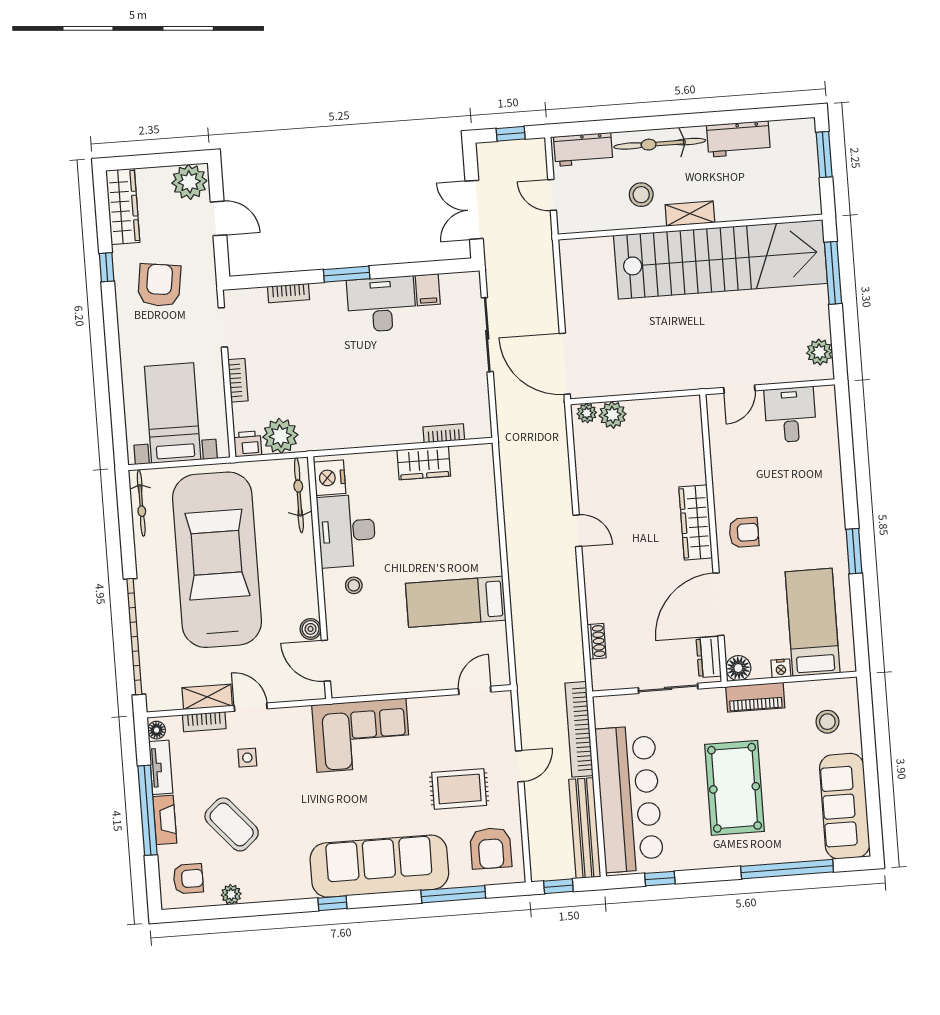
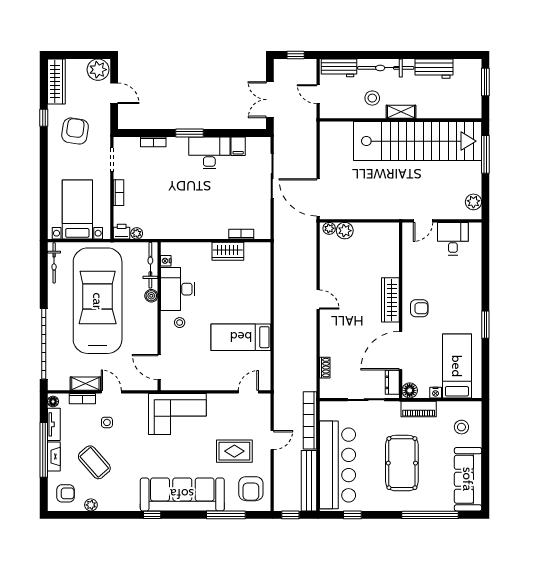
plant: (280, 436) -> (137, 233), width x0.53, depth x0.53
nightstand: (330, 478) -> (166, 261), width x0.53, depth x0.56
boiler: (311, 629) -> (151, 296), moved

